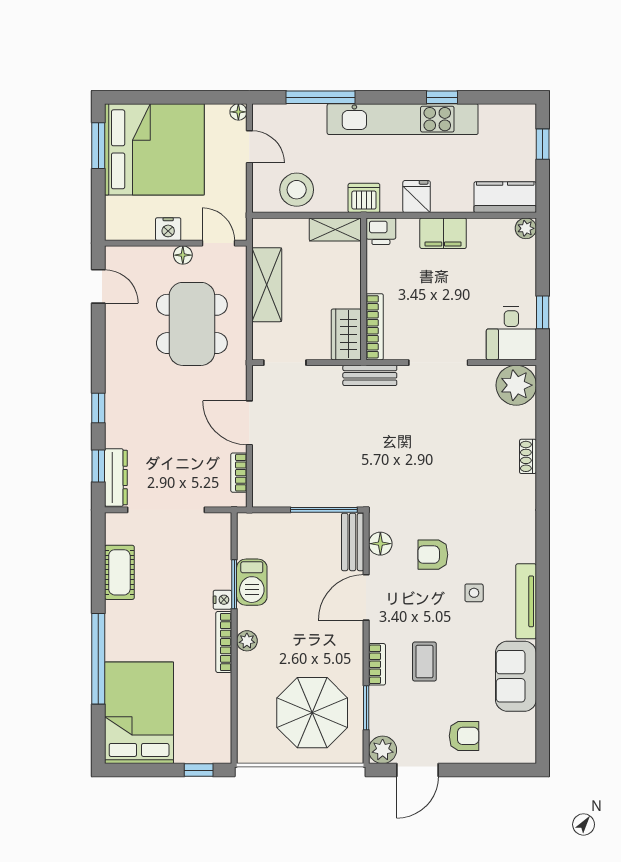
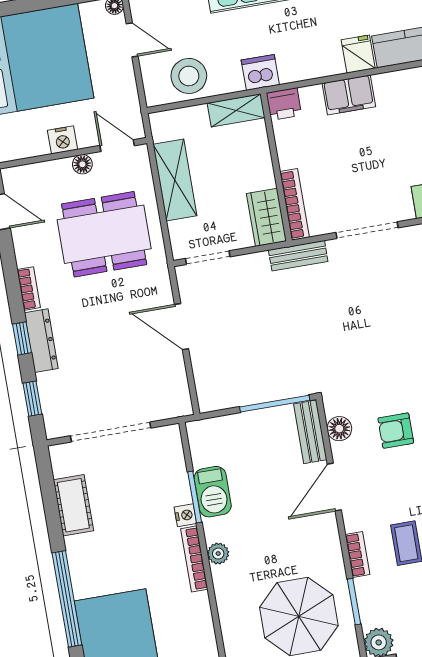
fridge: (417, 197) -> (358, 54), moved
dining table: (192, 324) -> (104, 234), turned 90
bookcase: (239, 473) -> (29, 289), moved, turned 180
dresser: (116, 478) -> (41, 341), moved

